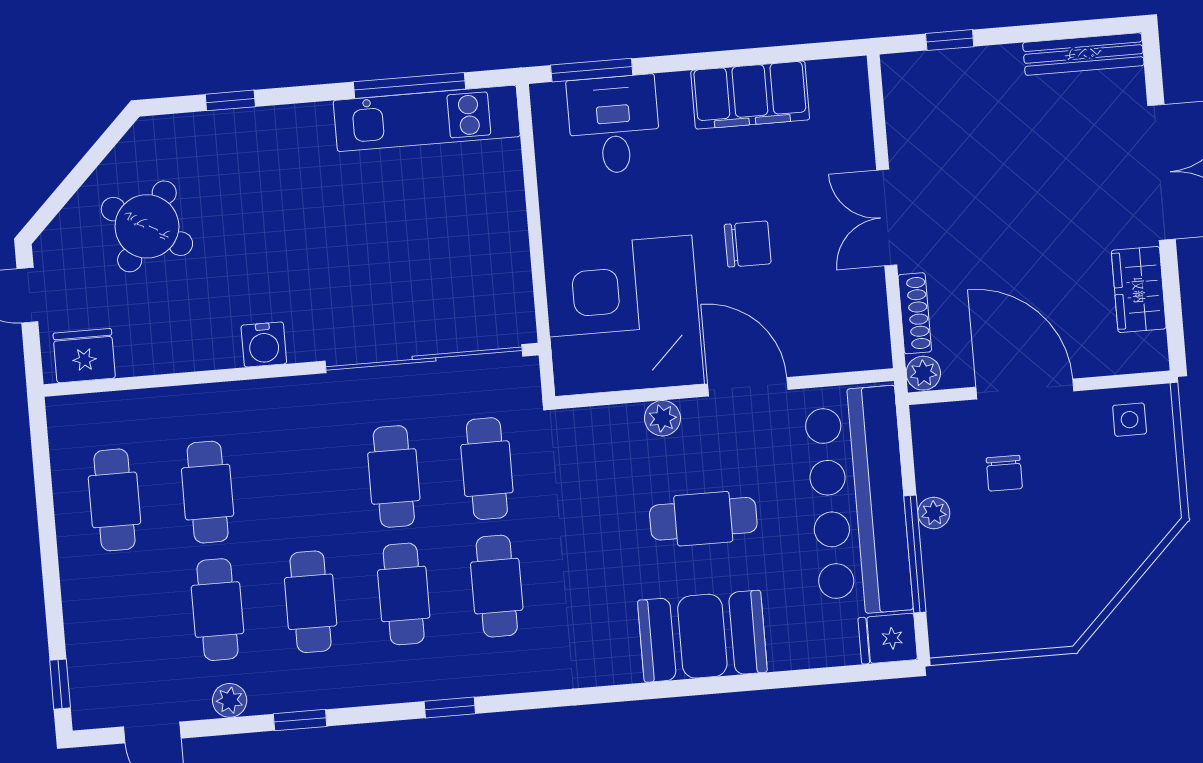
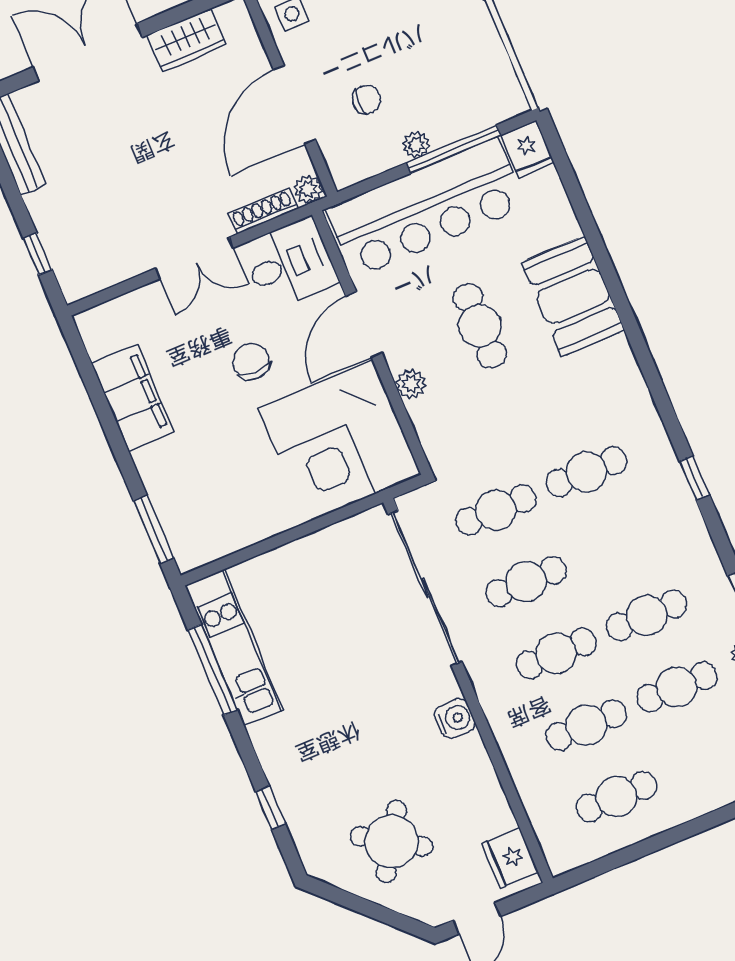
desk: (614, 125) -> (290, 264), moved, turned 180
cafe table: (404, 594) -> (556, 653), moved

